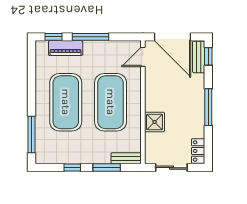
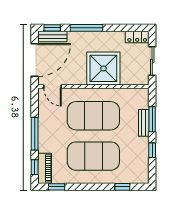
piano: (66, 48) -> (45, 168), moved
window: (31, 61) -> (57, 187), added
window: (208, 107) -> (86, 28), moved
shower: (155, 122) -> (103, 68), width x1.86, depth x1.86
window: (31, 134) -> (122, 187), width x0.46
bench: (126, 158) -> (144, 123), moved

